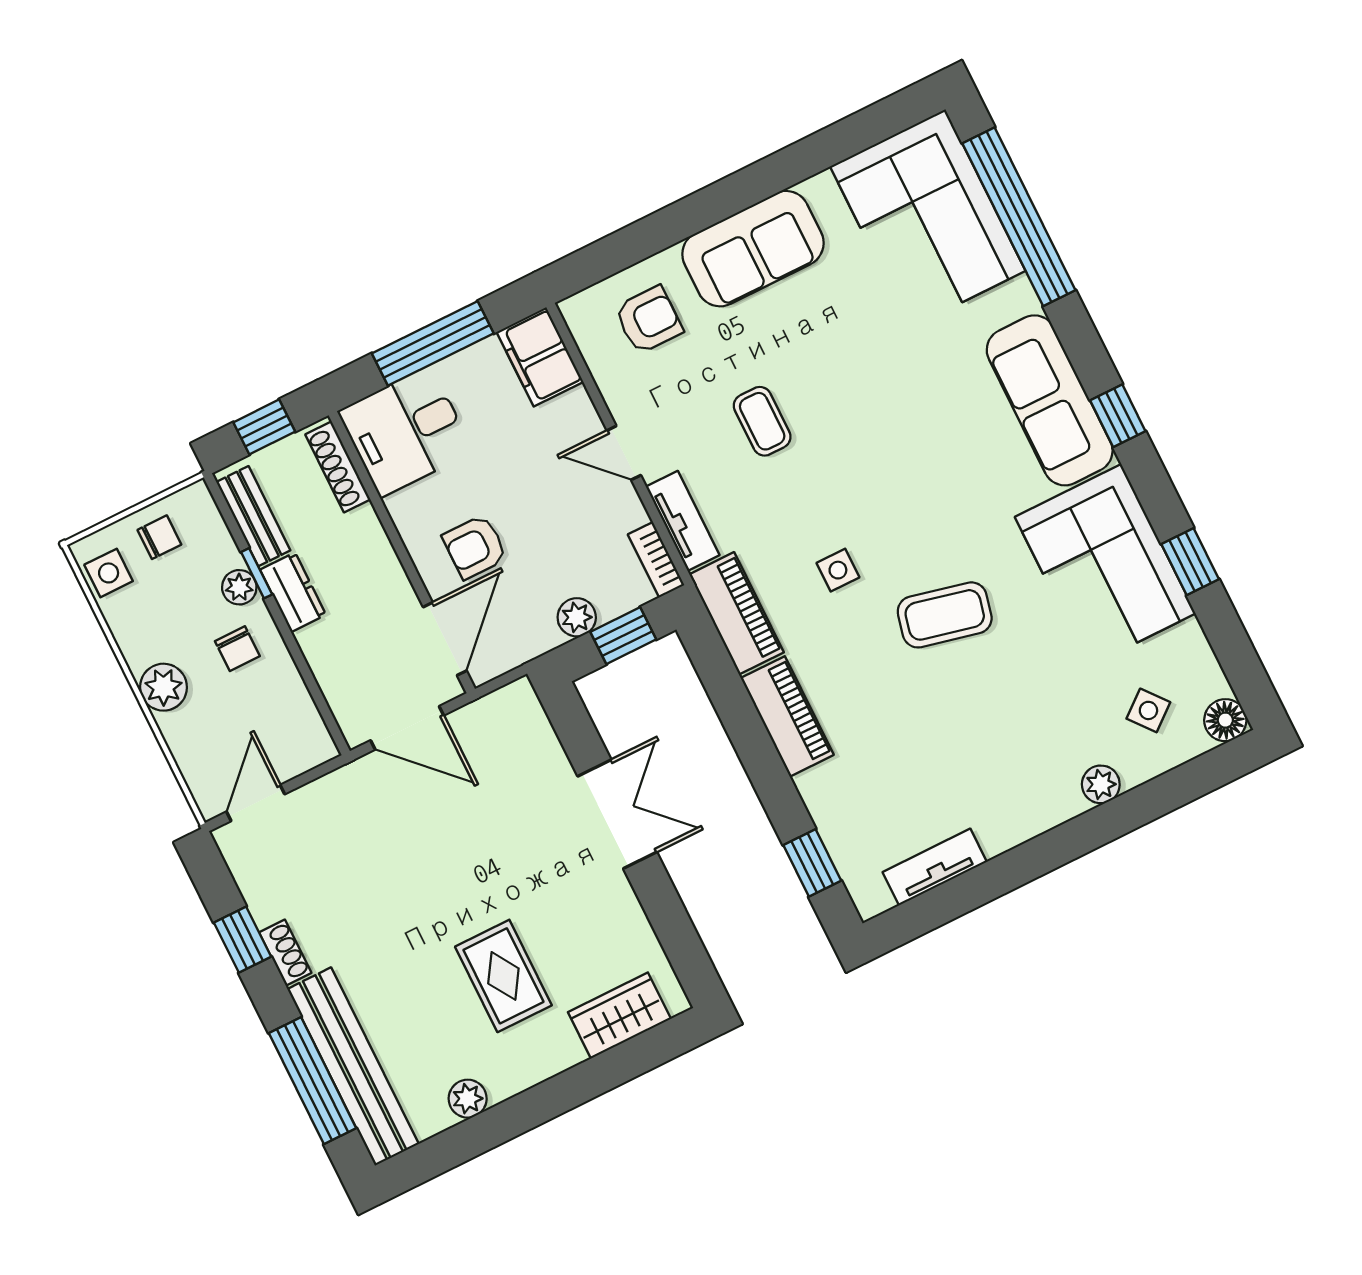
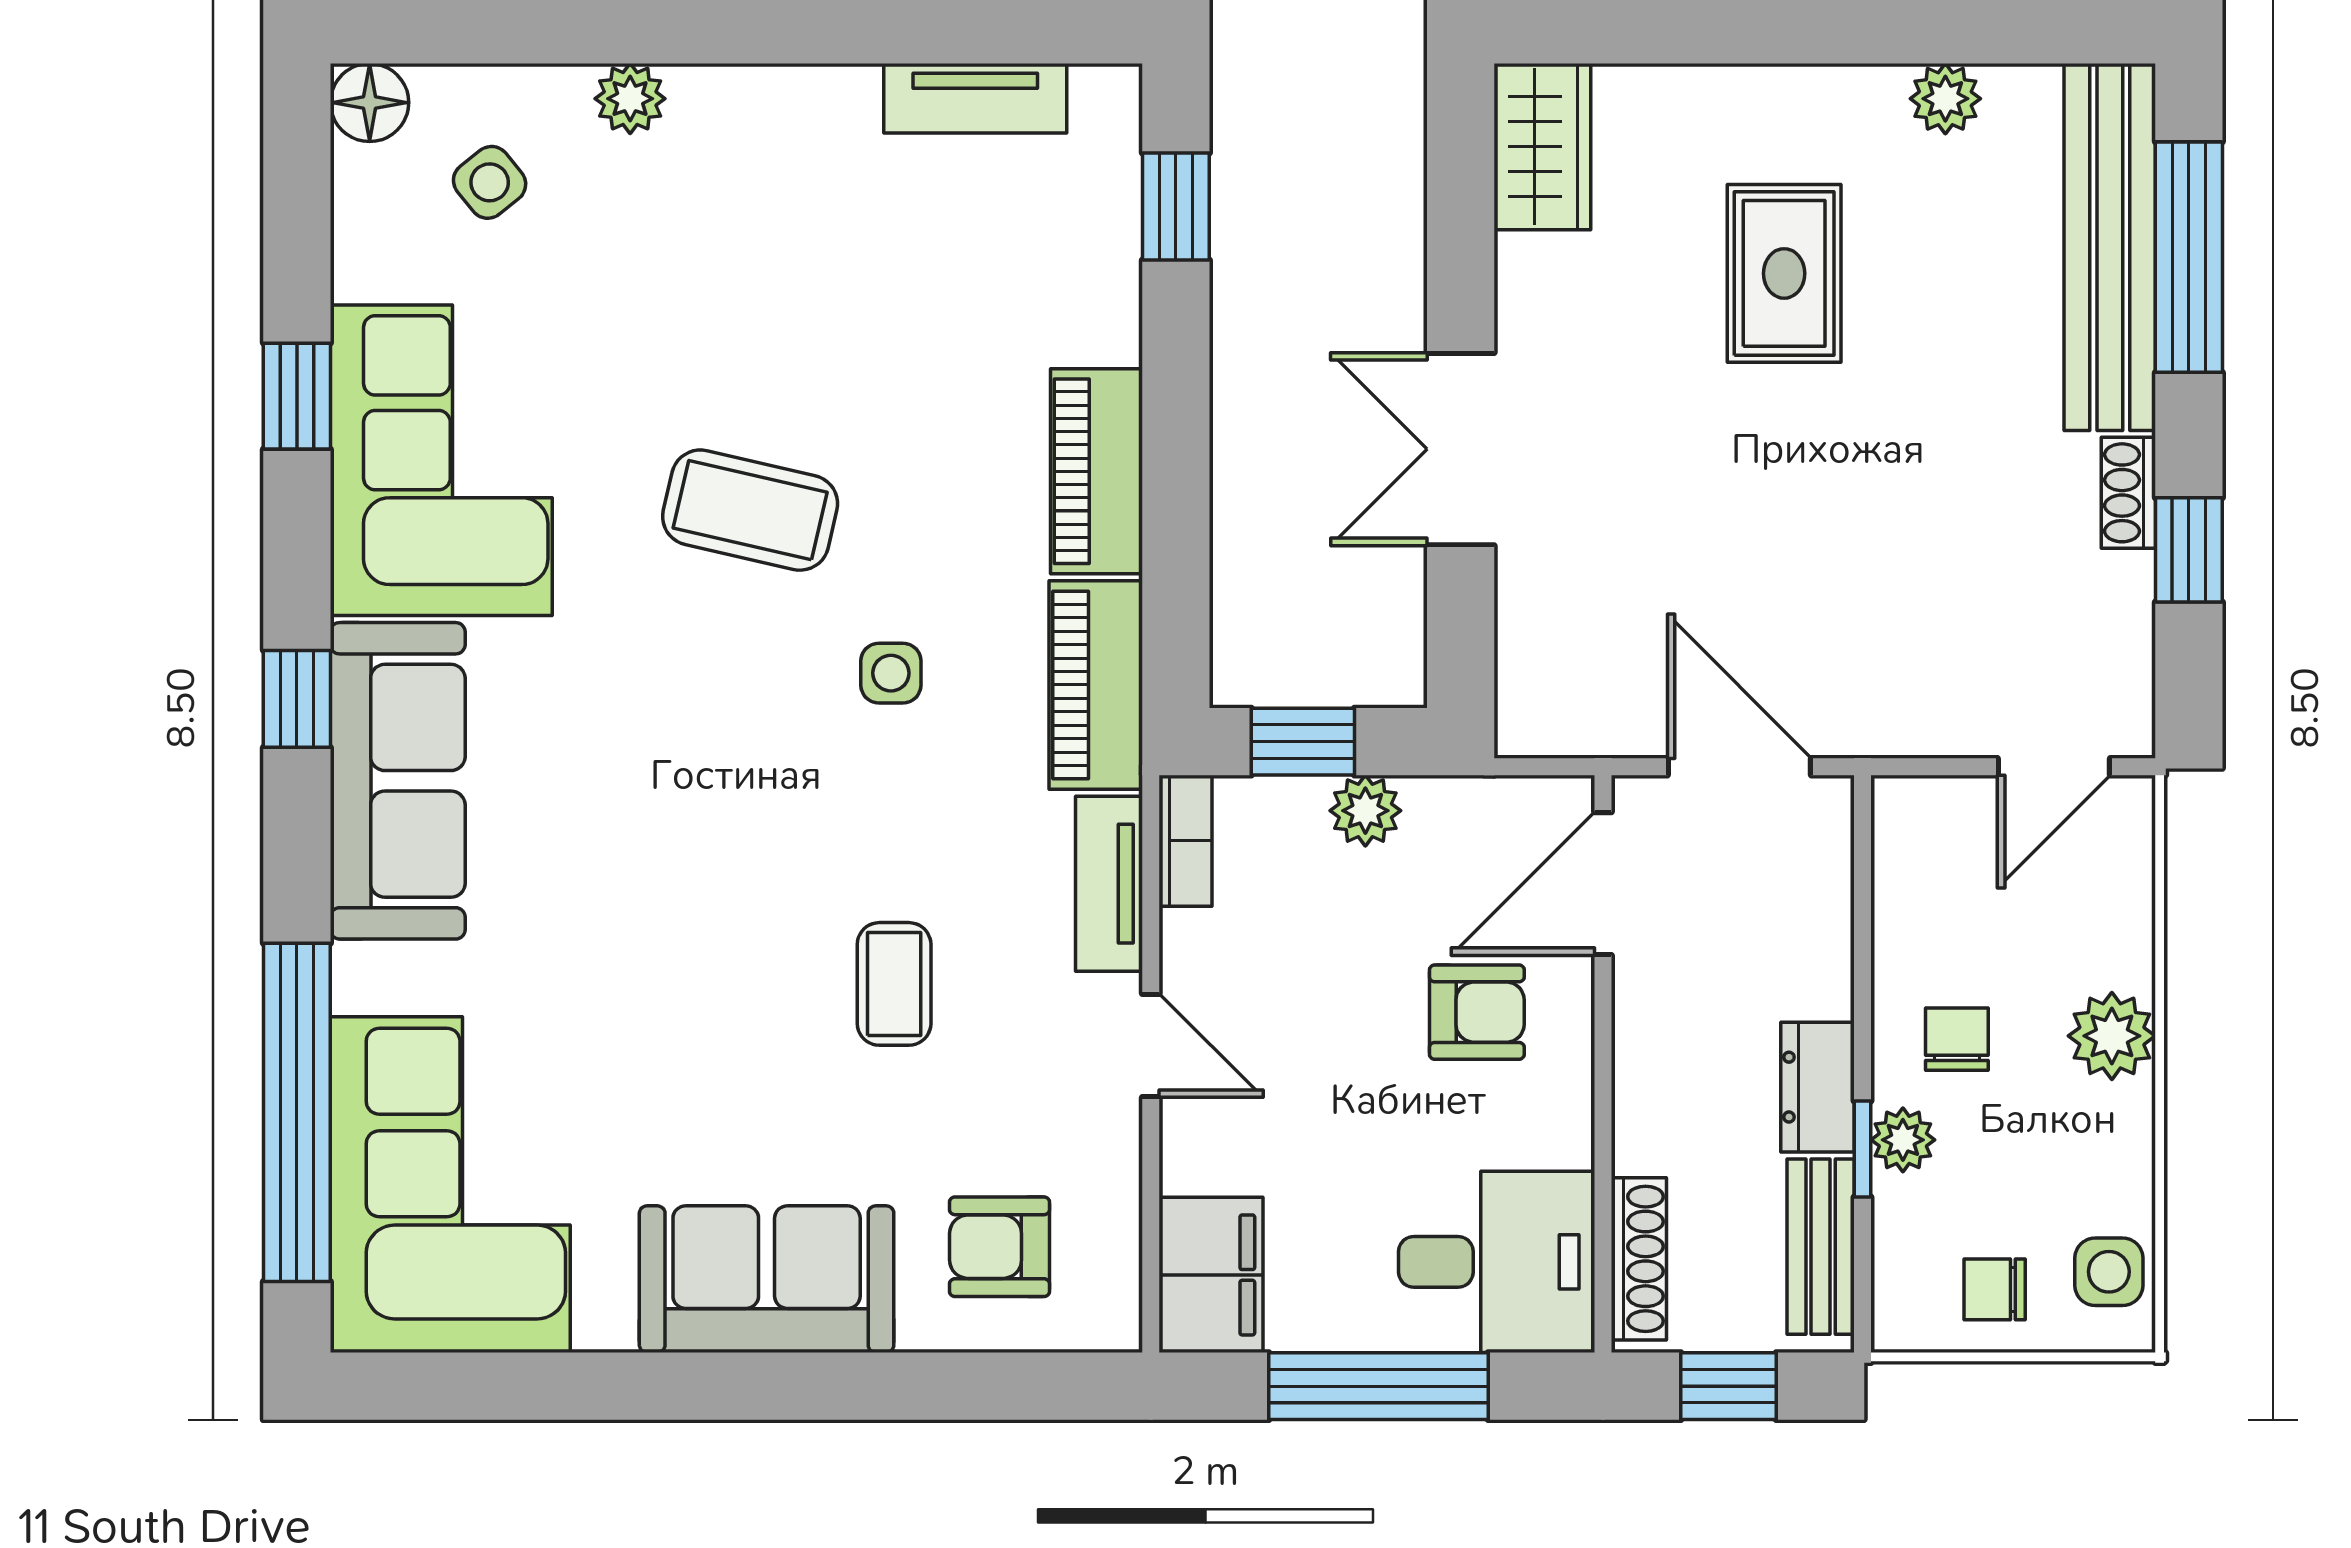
wardrobe: (619, 1015) -> (1542, 147), moved, turned -90

